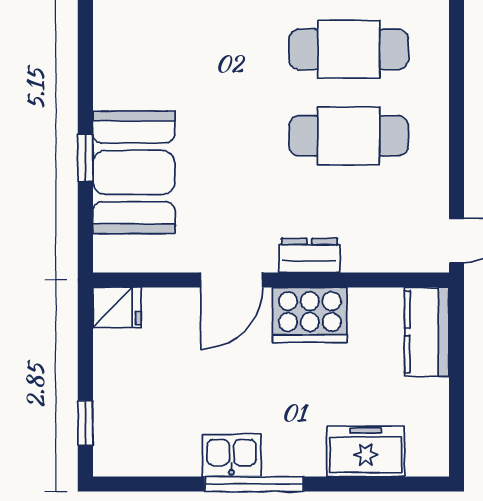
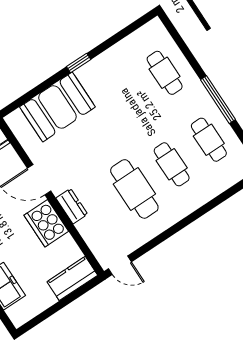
cafe table: (349, 49) -> (172, 164), width x0.73, depth x0.74
window: (85, 158) -> (79, 63), moved

